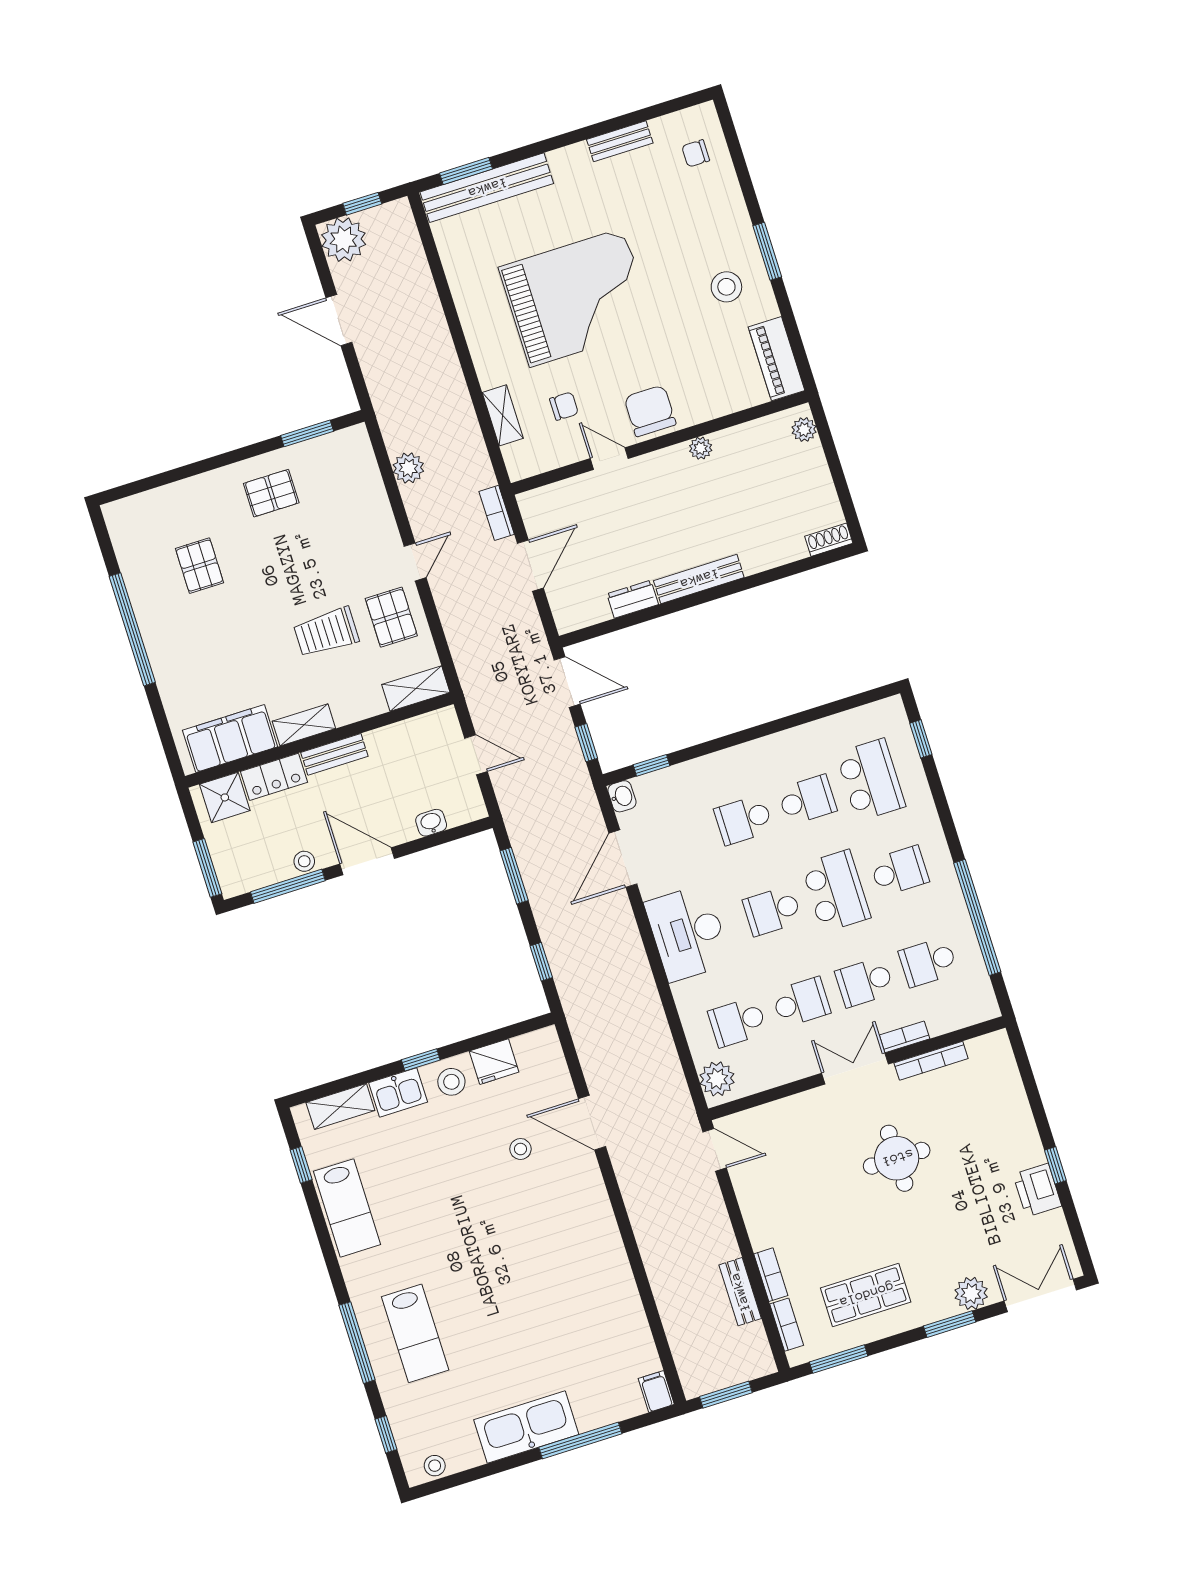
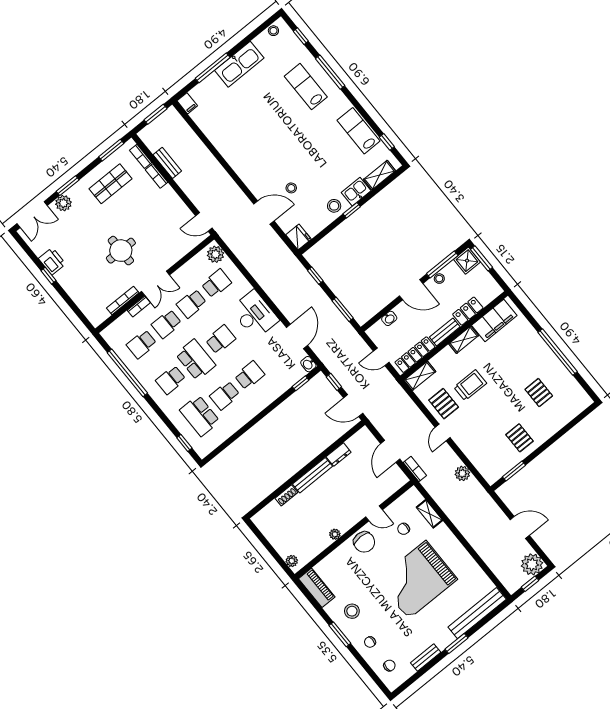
window: (466, 171) -> (457, 644), moved
chair: (715, 214) -> (370, 642), added
pallet: (271, 493) -> (519, 438), turned 90
shoe rack: (829, 540) -> (286, 495), moved
locker: (409, 733) -> (415, 355), added
shower: (225, 797) -> (467, 261), moved
school desk: (836, 891) -> (196, 360), turned 180
school desk: (928, 962) -> (142, 344), turned 180
school desk: (865, 982) -> (167, 324), turned 180
fridge: (494, 1062) -> (298, 237), moved, turned 90

